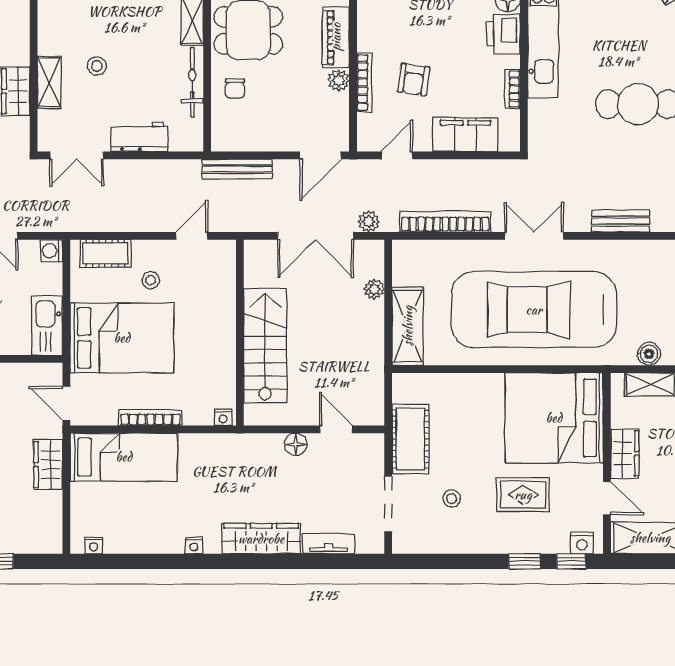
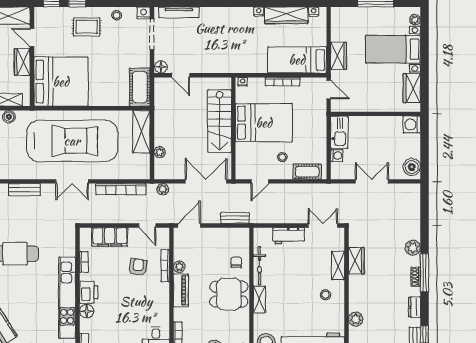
stool: (97, 66) -> (326, 295), moved
door: (397, 155) -> (147, 226), hinge flipped
bench: (237, 169) -> (235, 218), width x0.73
double door: (315, 236) -> (206, 181), moved
washing machine: (51, 251) -> (337, 156), moved
bed: (122, 338) -> (264, 123), moved, turned 180
cot: (410, 439) -> (140, 87), moved
floor lamp: (296, 444) -> (161, 67), moved
rug: (523, 495) -> (87, 27), moved
stool: (452, 498) -> (117, 15), moved
wardrobe: (261, 539) -> (286, 15), moved
nightstand: (582, 543) -> (144, 13), moved
tv unit: (329, 544) -> (179, 12), width x1.41

